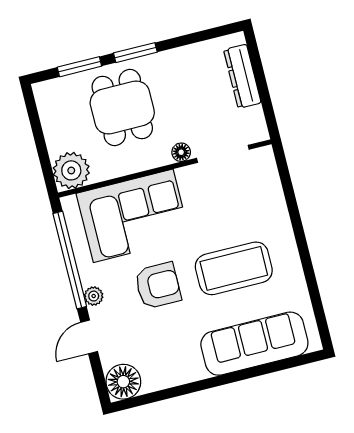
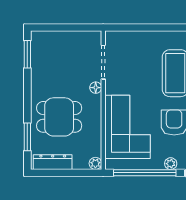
window: (135, 53) -> (27, 54), moved
dresser: (242, 76) -> (53, 162), moved, turned 180
plant: (71, 170) -> (95, 163), width x0.53, depth x0.53

